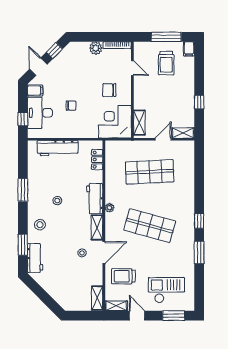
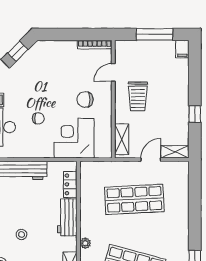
plant: (96, 48) -> (68, 48), removed
trolley: (166, 63) -> (138, 96), moved
door: (132, 68) -> (113, 72), swing flipped
corner desk: (115, 122) -> (74, 138), moved
workbench: (95, 199) -> (67, 217), moved

